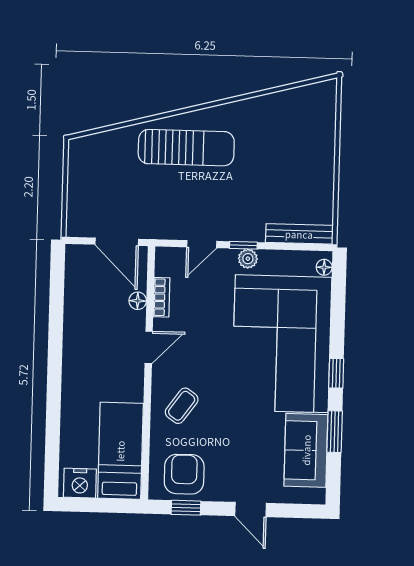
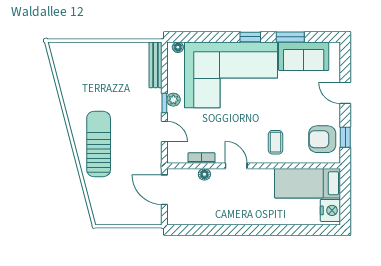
door: (117, 242) -> (164, 190), swing flipped
coffee table: (182, 406) -> (275, 142), turned 54
door: (251, 510) -> (345, 93), swing flipped

